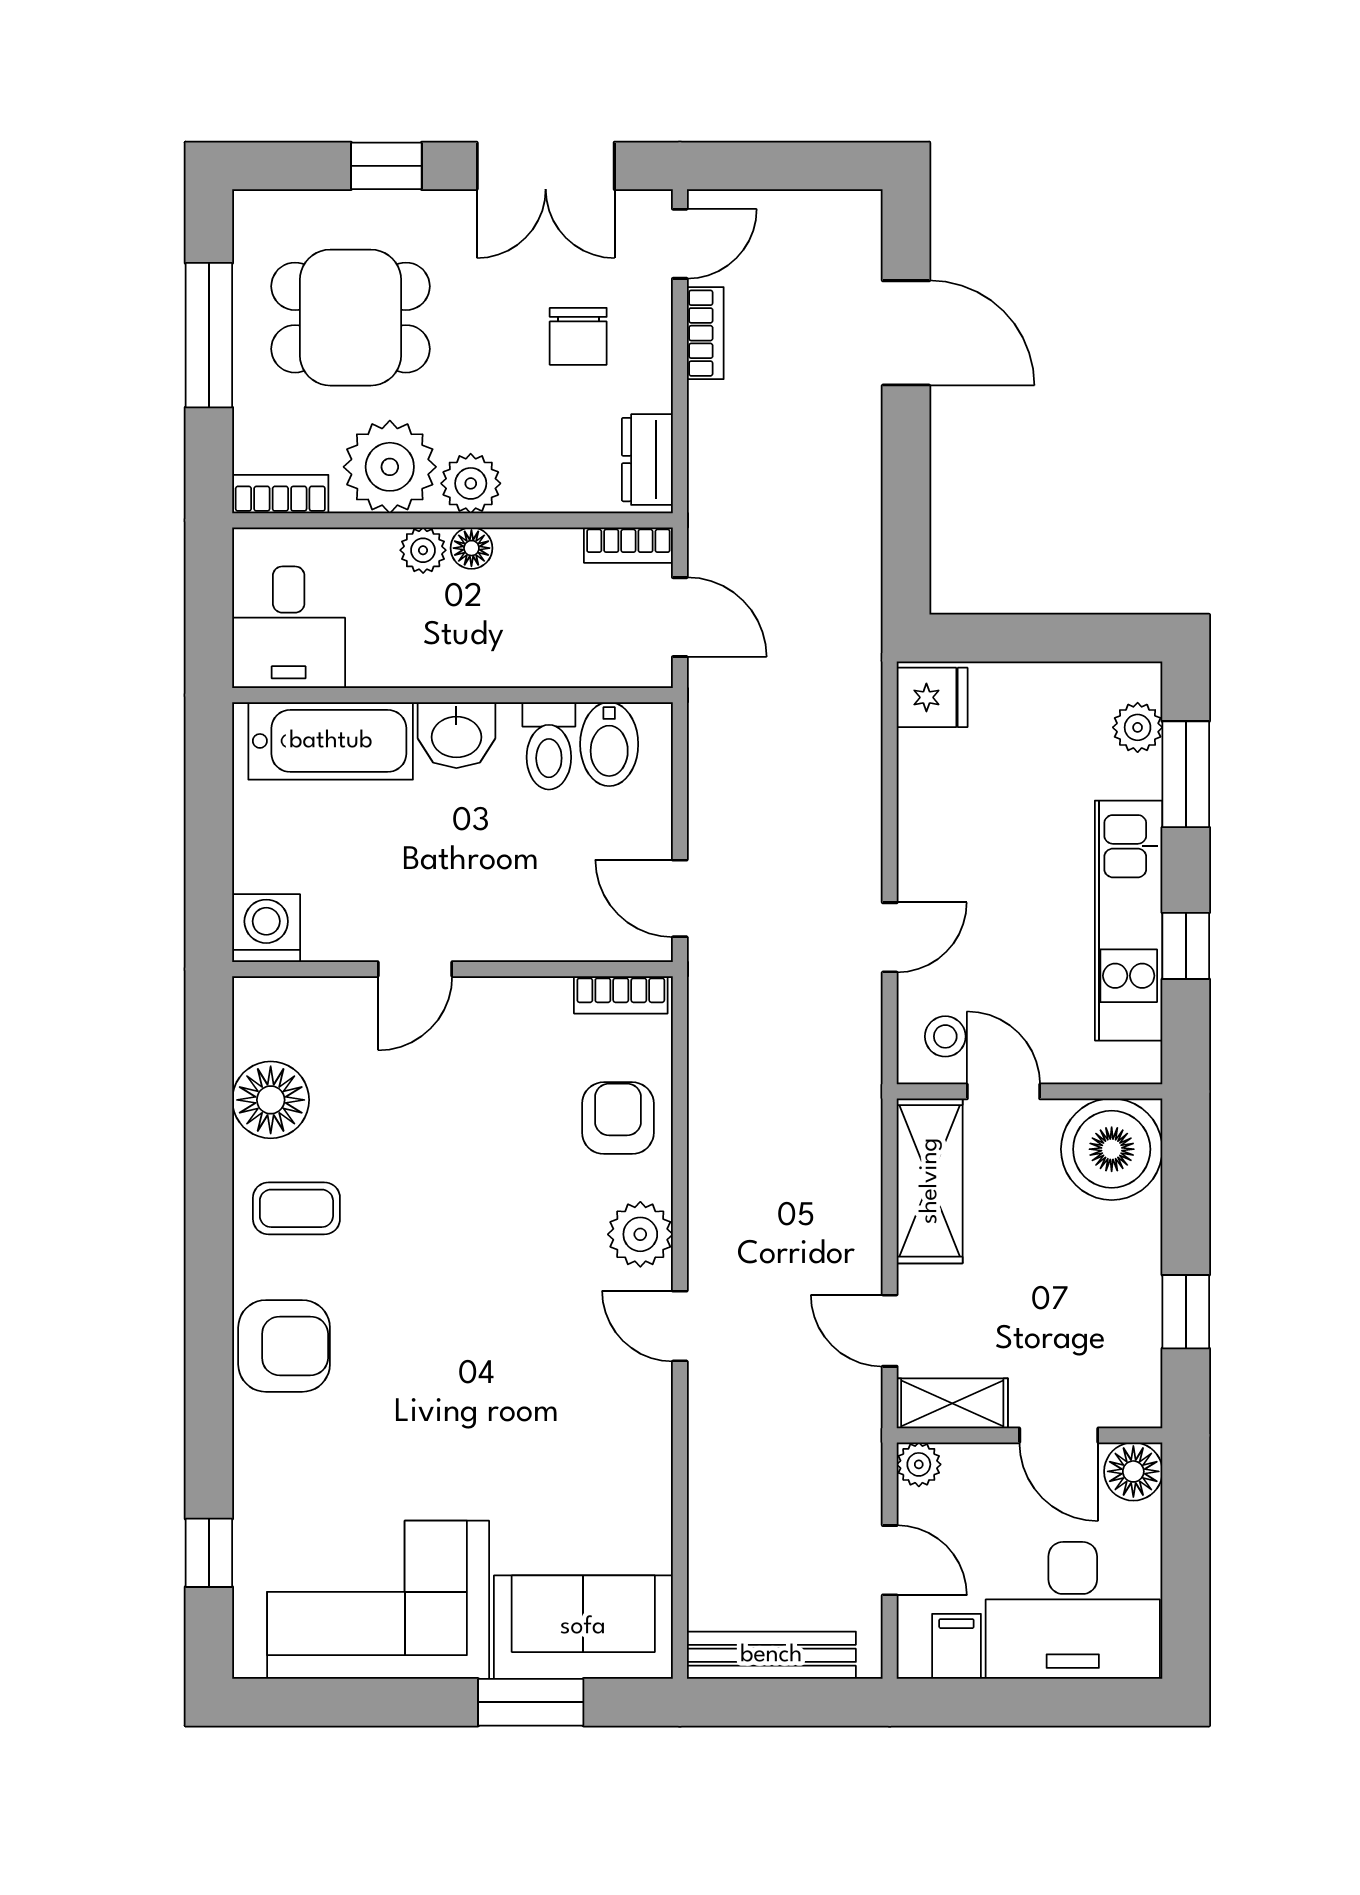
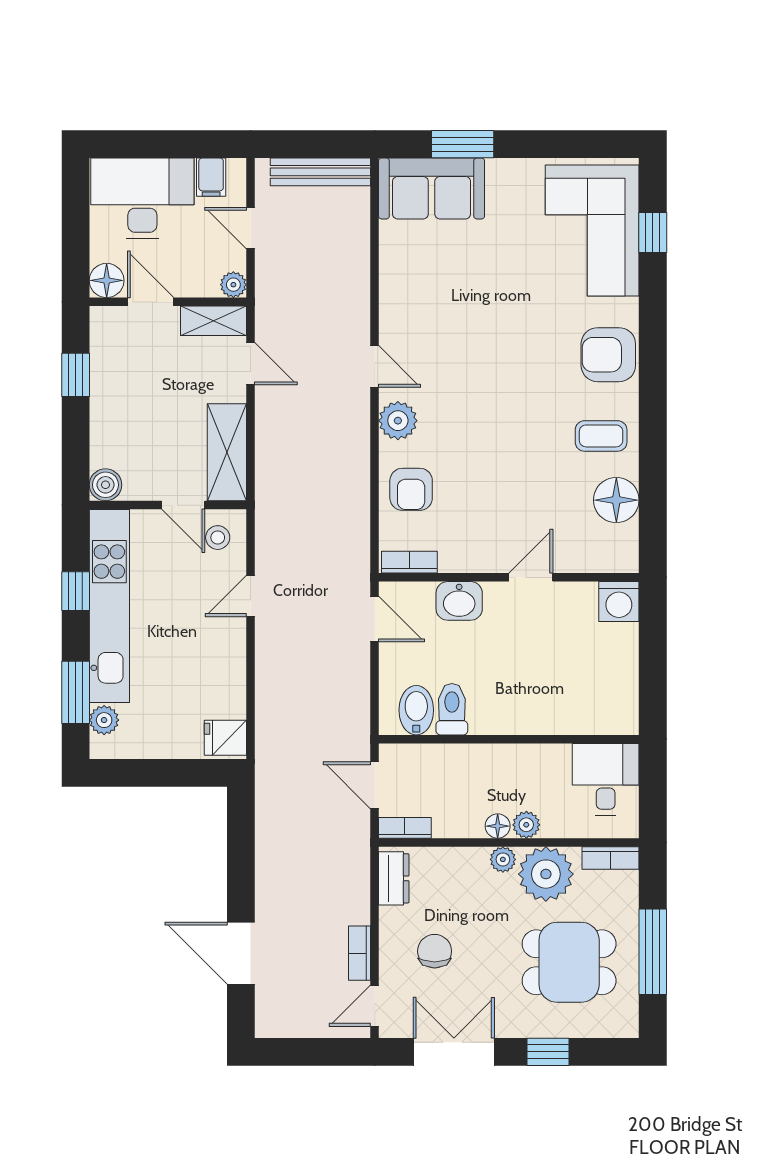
plant: (471, 483) -> (503, 859), width x0.73, depth x0.73
washbasin: (456, 735) -> (459, 601), moved, turned 180
bathtub: (331, 741) -> (581, 712), removed
kitchen unit: (1129, 921) -> (109, 606), width x1.36
boiler: (1112, 1149) -> (105, 485), width x0.54, depth x0.54
corner sofa: (378, 1600) -> (592, 231), moved, turned 90

